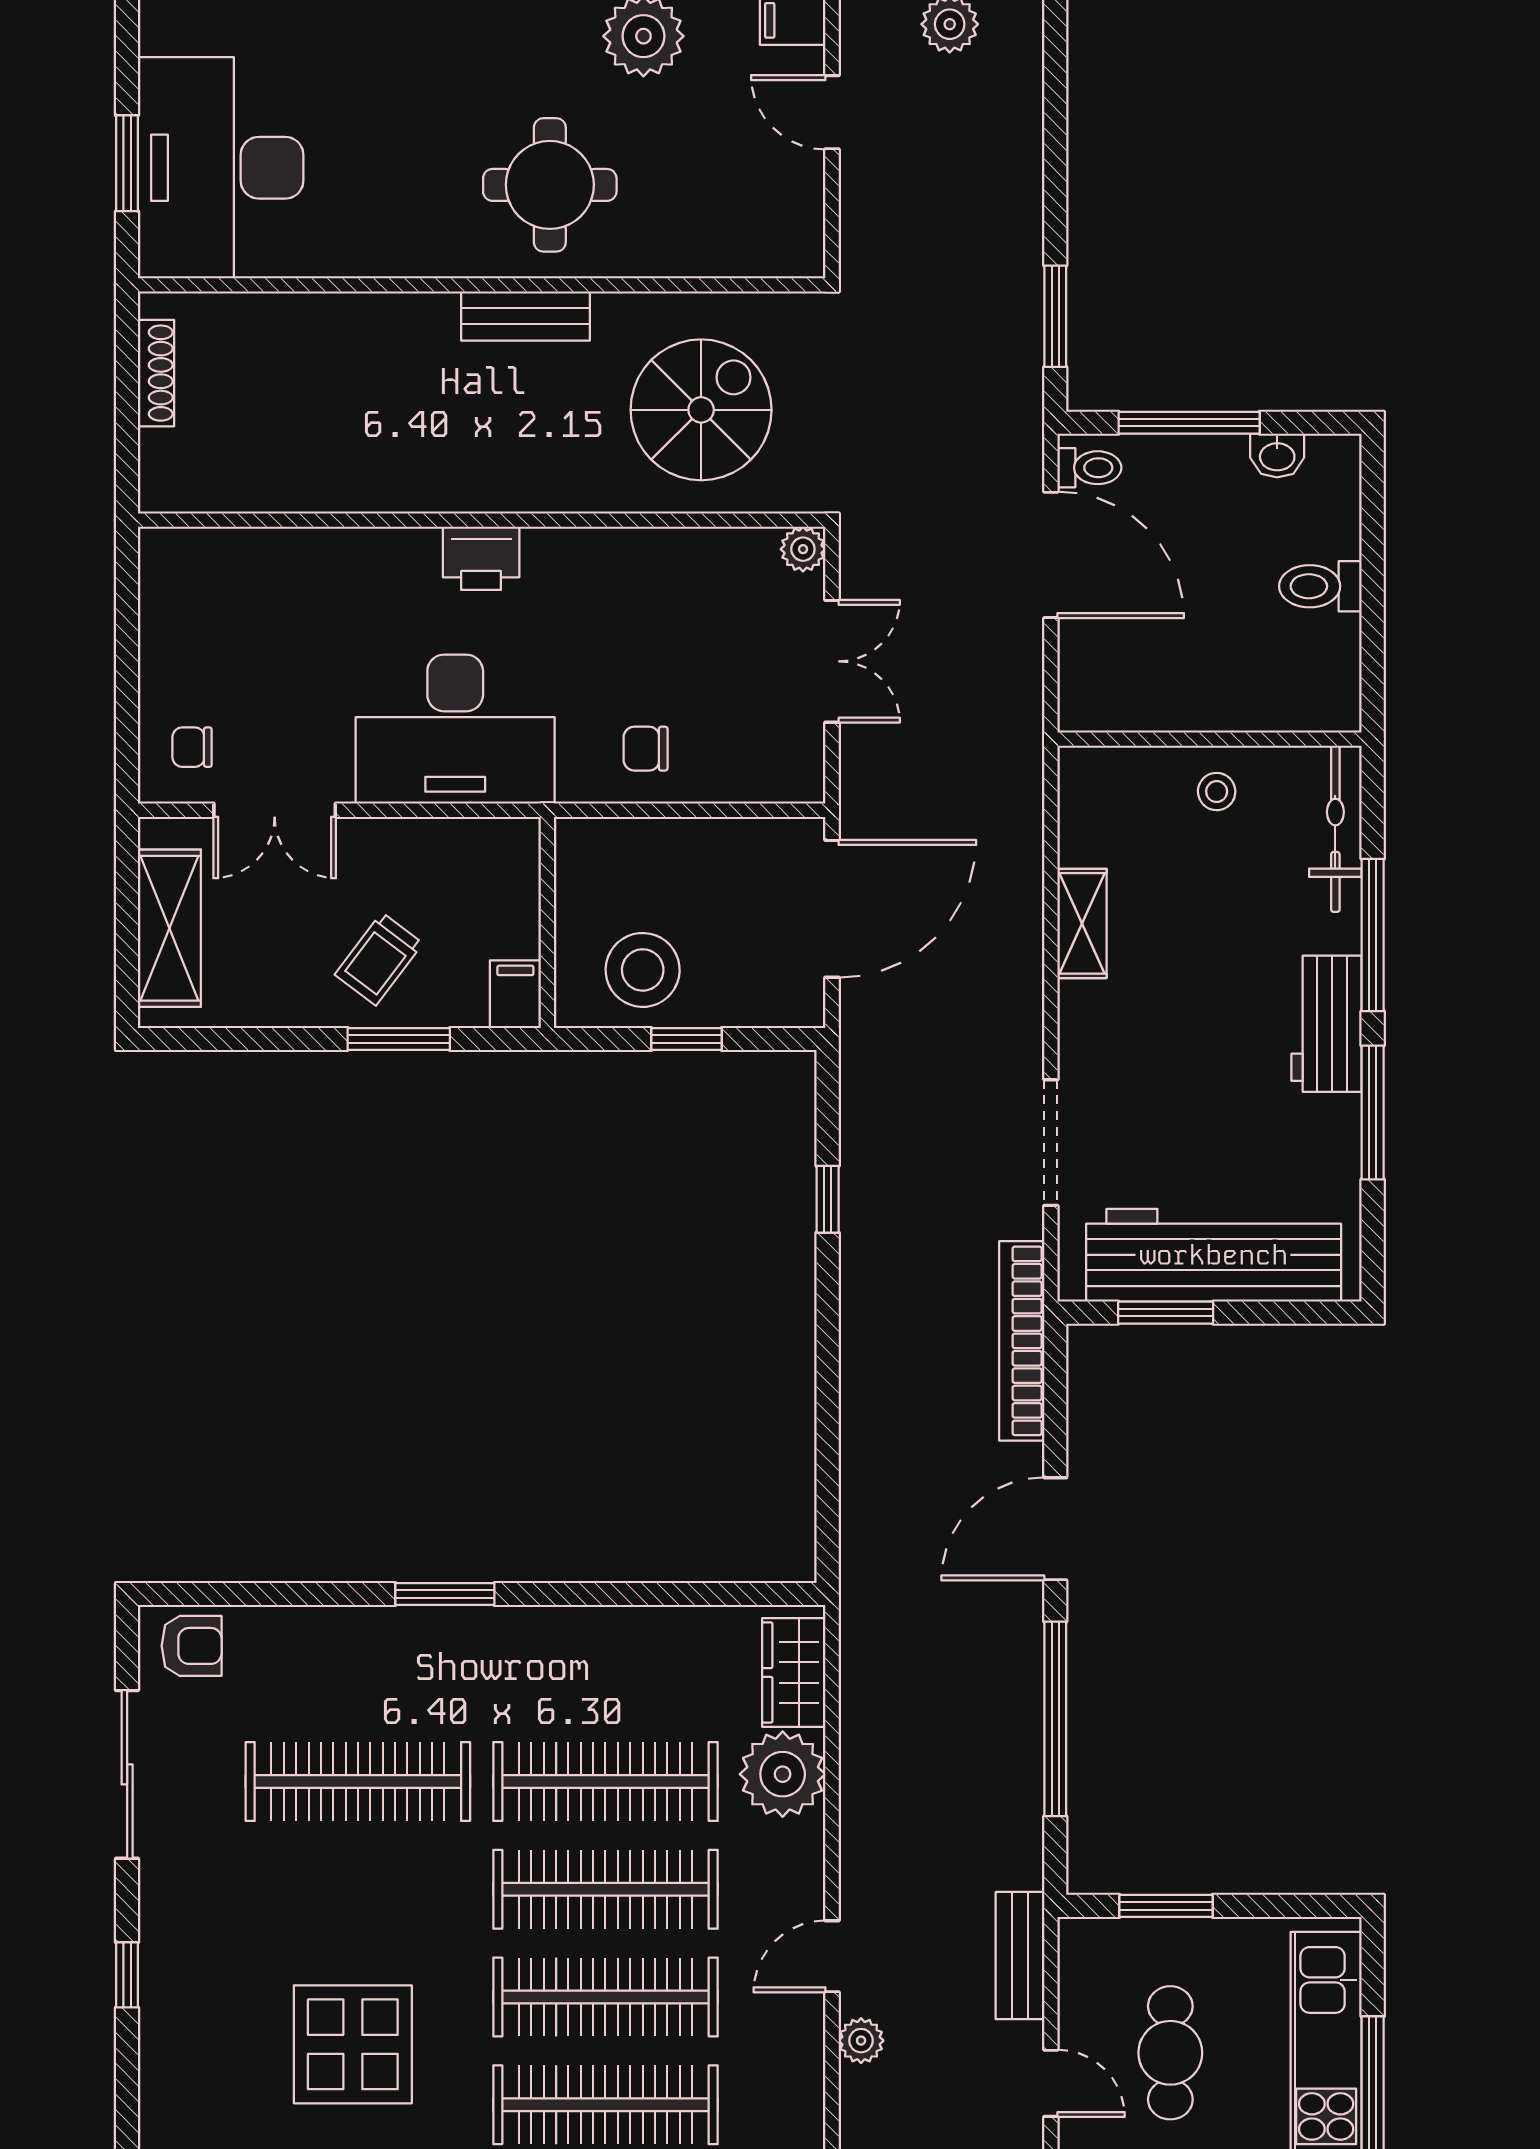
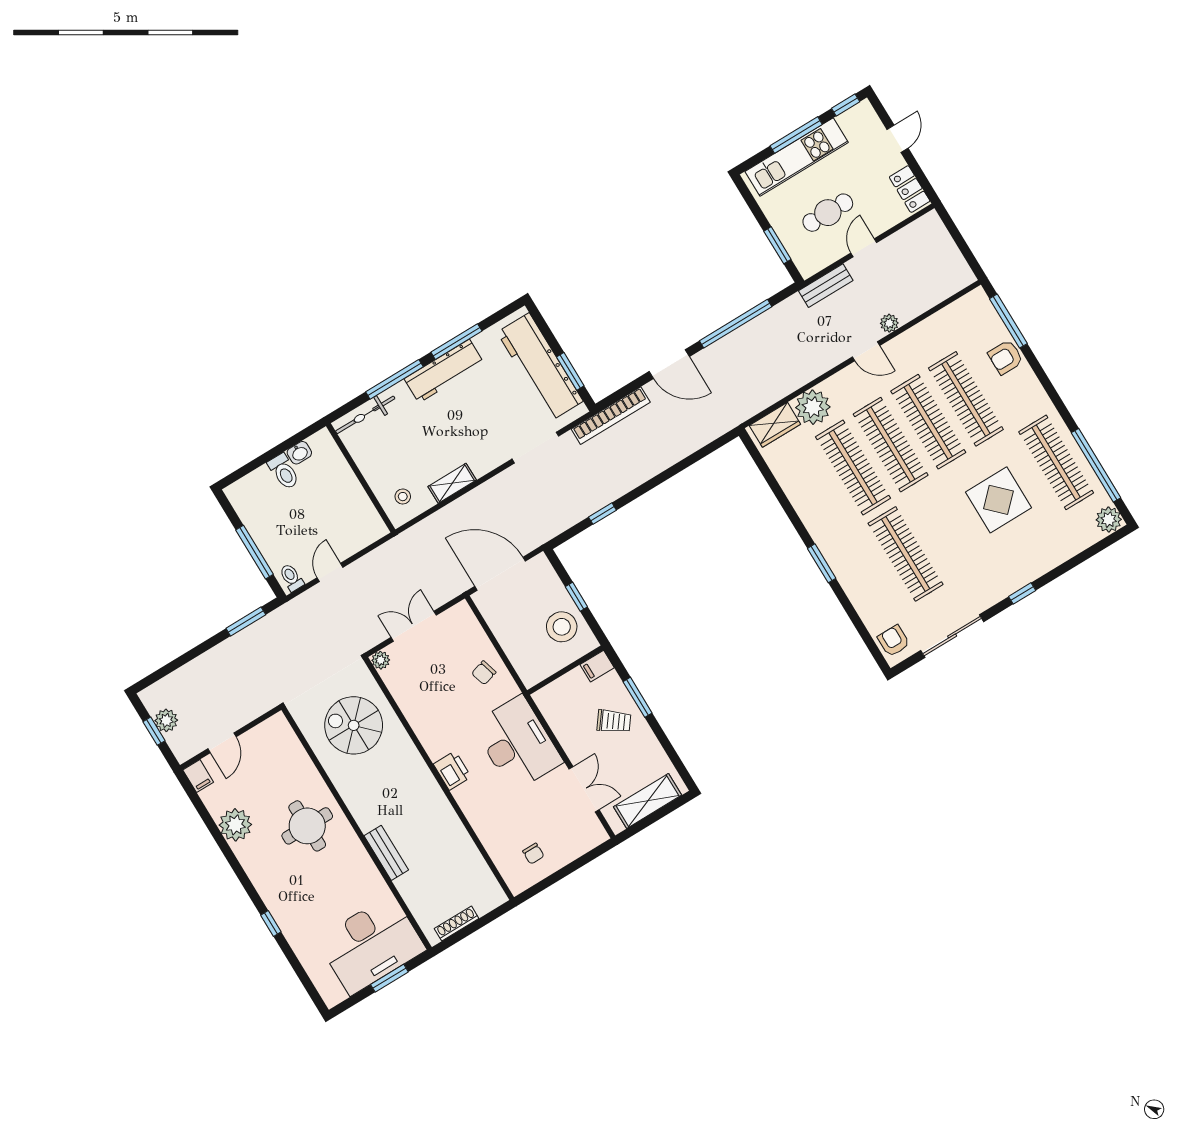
bench: (526, 316) -> (386, 853), moved
washbasin: (1277, 456) -> (299, 453), moved, turned 90
door: (1051, 555) -> (330, 572), width x0.53
chair: (192, 747) -> (533, 854), moved
chair: (646, 749) -> (484, 673), turned 74
stool: (1217, 792) -> (403, 497), moved
workbench: (1327, 1024) -> (444, 371), width x1.38

